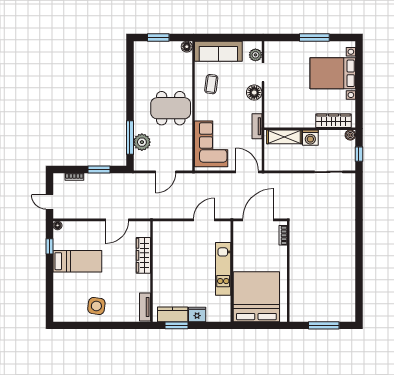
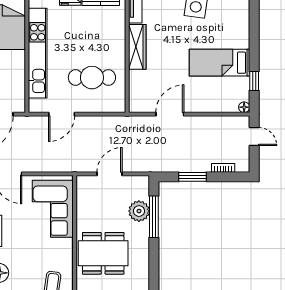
cafe table: (180, 249) -> (92, 78), added
wardrobe: (143, 255) -> (137, 47), moved
kitchen unit: (223, 269) -> (38, 53), width x1.36

